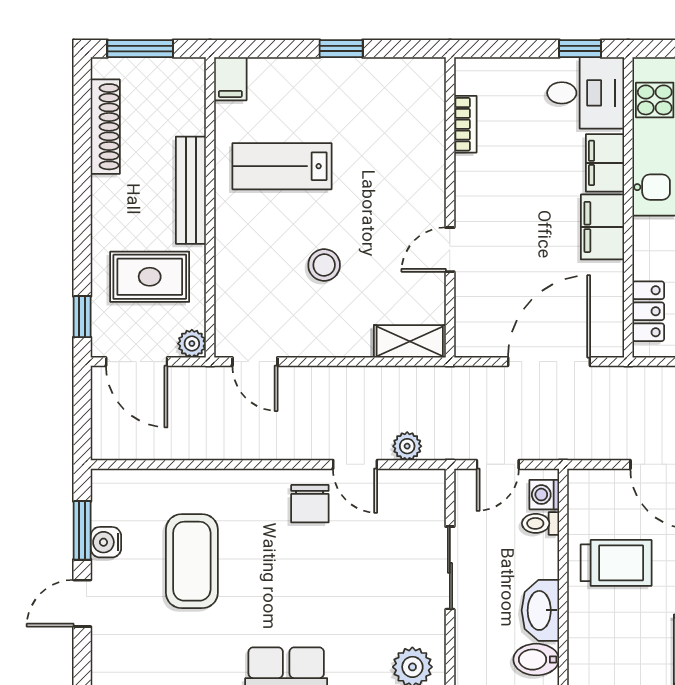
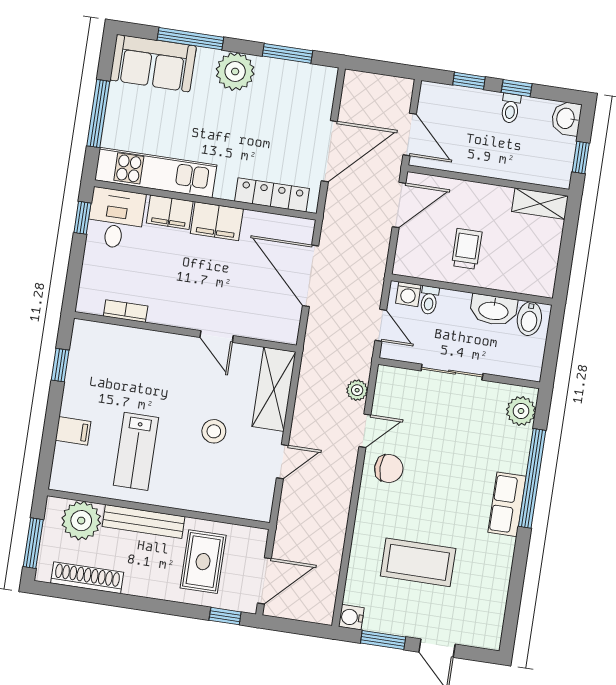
window: (341, 49) -> (60, 365), moved
filing cabinet: (230, 79) -> (73, 431), moved
locker: (648, 311) -> (272, 195), width x1.53
shelving: (410, 341) -> (274, 389), width x1.50, depth x1.33
plant: (192, 344) -> (81, 521), moved, width x1.87, depth x1.87
door: (255, 362) -> (282, 462), moved
water cooler: (106, 542) -> (351, 617), moved, turned 90
trolley: (616, 563) -> (467, 249), width x0.73, depth x0.72

